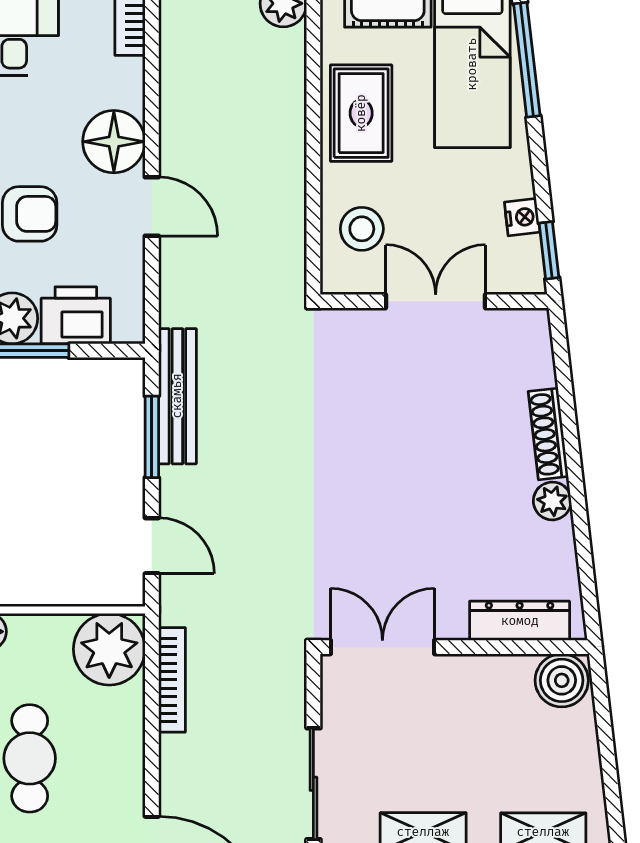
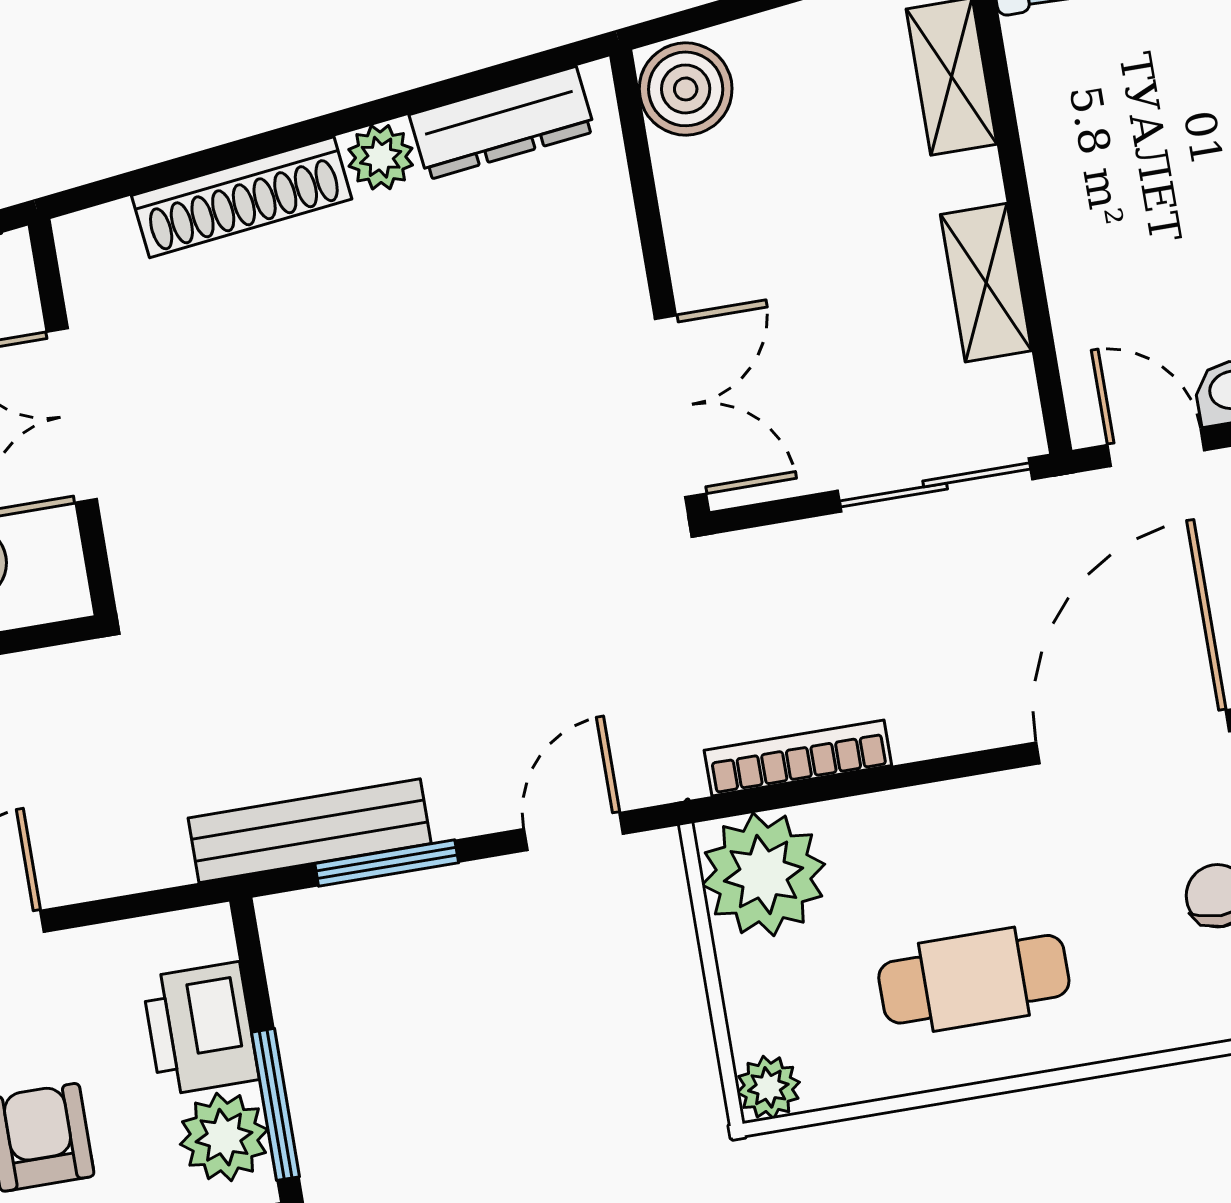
shoe rack: (548, 434) -> (242, 197), width x1.36, depth x1.24
dresser: (520, 621) -> (502, 123), moved, turned -97
double door: (382, 647) -> (680, 406), swing flipped

